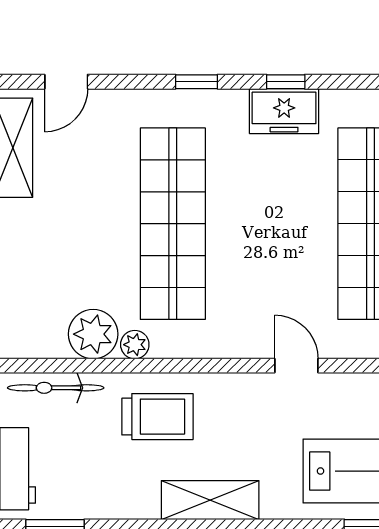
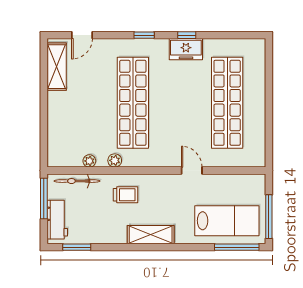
plant: (93, 334) -> (89, 161), width x0.53, depth x0.53
trolley: (157, 417) -> (126, 195), width x0.73, depth x0.72

